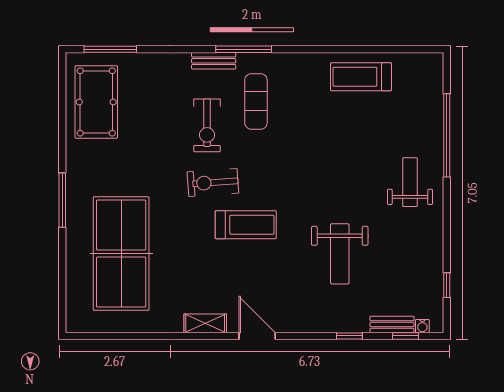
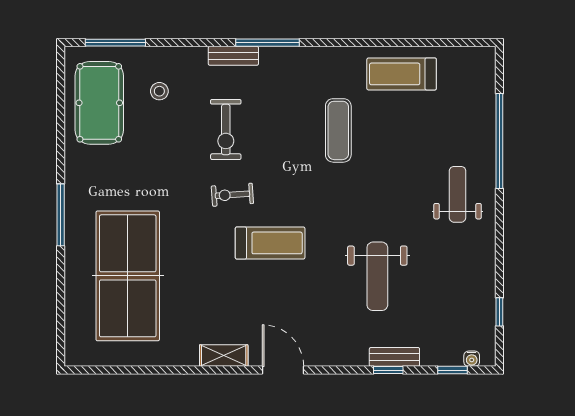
stool: (149, 92) -> (159, 91), added
exercise mat: (256, 101) -> (338, 130), moved
exercise bike: (213, 182) -> (232, 195), width x0.73, depth x0.72
bench: (392, 325) -> (394, 357), moved

